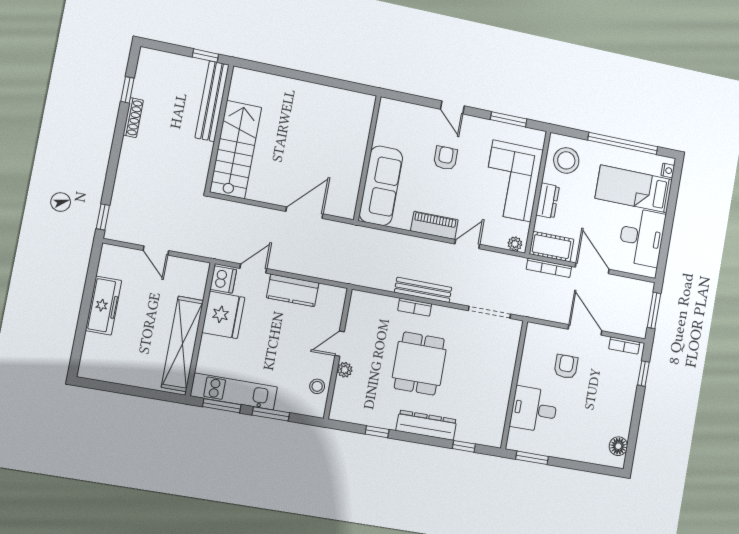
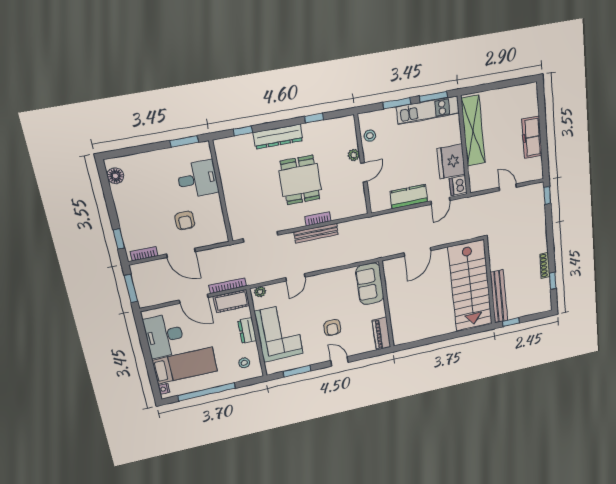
stairs: (236, 150) -> (470, 286), width x1.36, depth x1.51
stool: (566, 160) -> (244, 363), width x0.53, depth x0.53
sofa: (381, 186) -> (370, 284), width x0.73
piano: (434, 225) -> (382, 334), moved, turned 90

